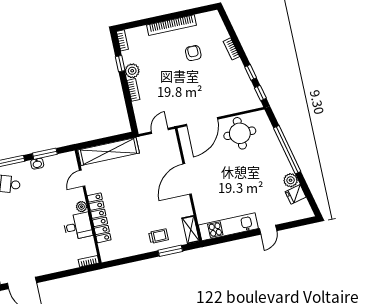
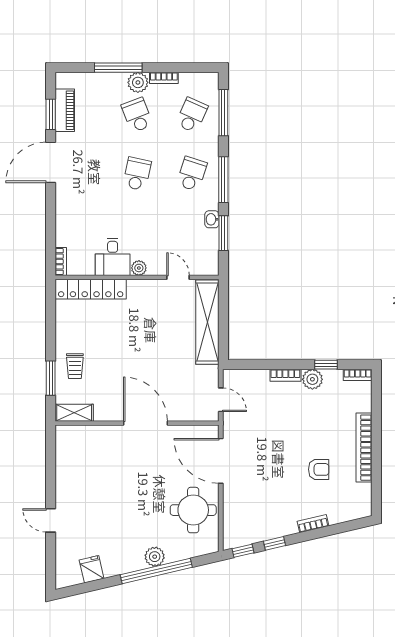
plant: (291, 180) -> (155, 557), moved
locker: (99, 218) -> (91, 289), moved
school desk: (17, 222) -> (137, 174), added
kitchen unit: (228, 227) -> (67, 466), removed

